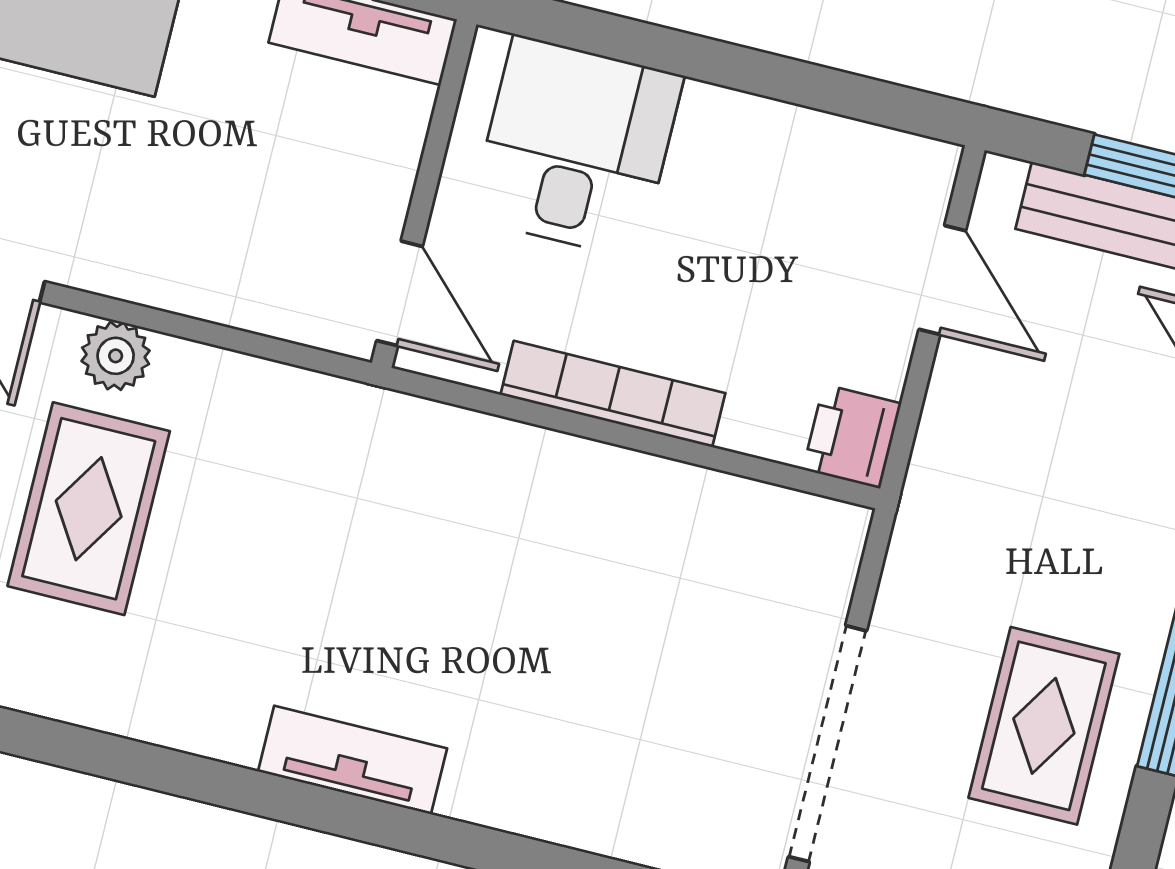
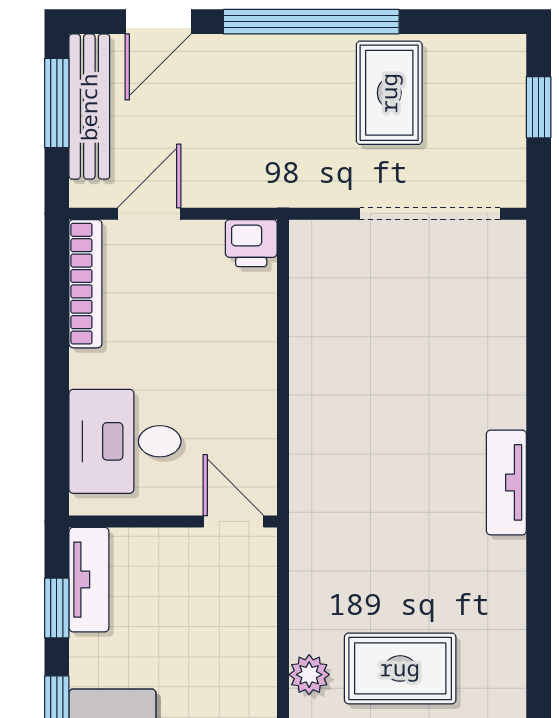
door: (399, 293) -> (233, 522), hinge flipped
bookcase: (613, 394) -> (85, 284), moved, turned 180
rug: (1044, 726) -> (389, 93), turned 90

